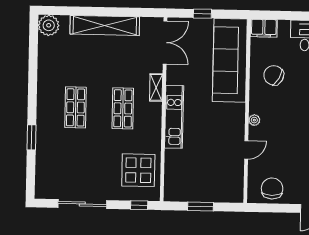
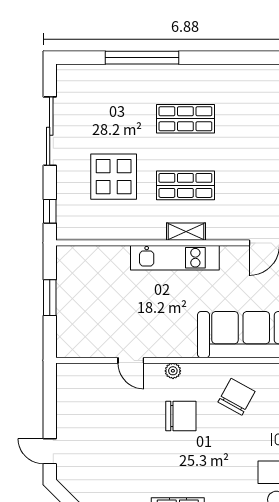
shelving: (156, 87) -> (186, 232), moved
window: (31, 137) -> (142, 58), width x2.11
display table: (138, 170) -> (114, 177), moved
chair: (272, 188) -> (181, 416), moved

